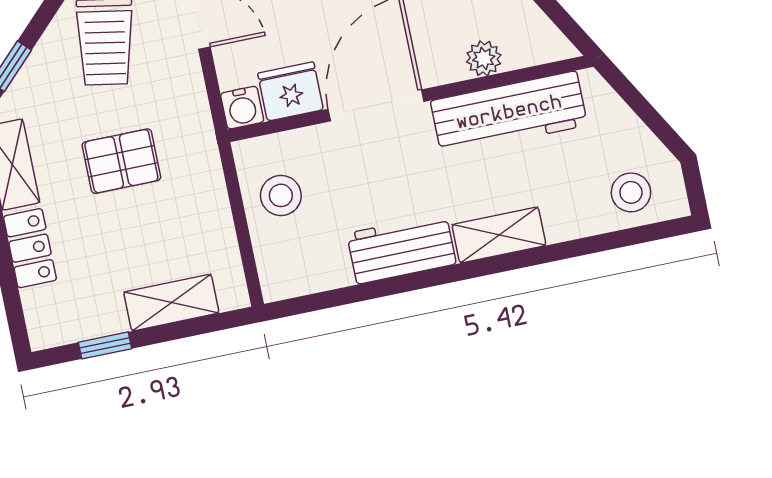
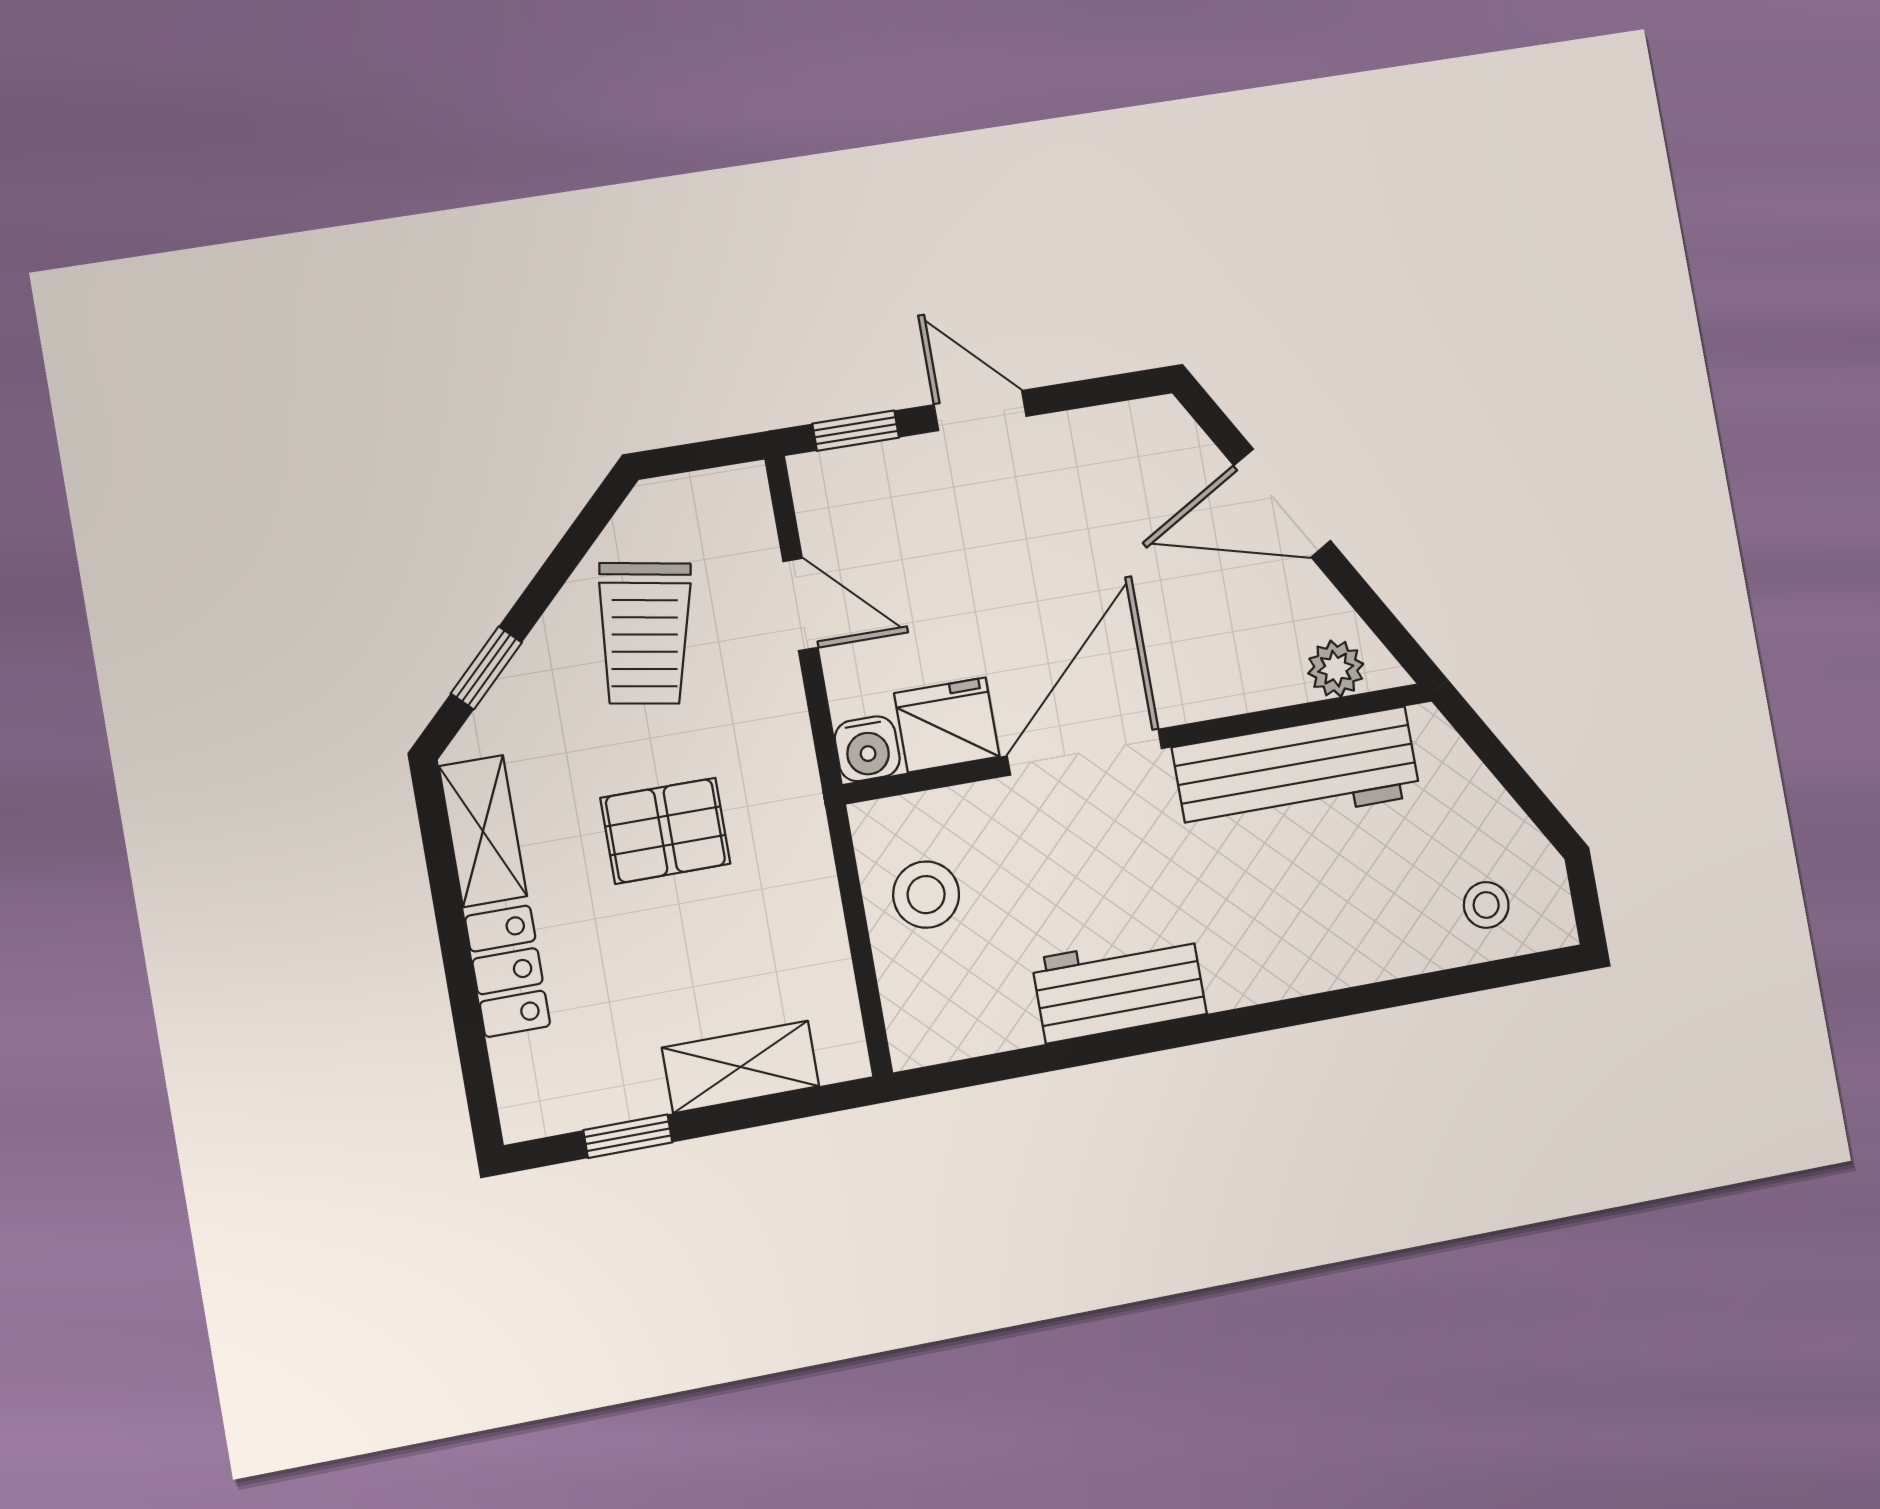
plant: (484, 58) -> (1336, 669), moved
stool: (631, 192) -> (1486, 905), width x0.73, depth x0.73
shelving: (499, 235) -> (1276, 968), removed

